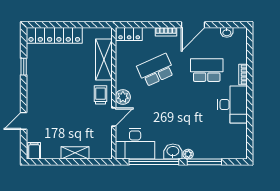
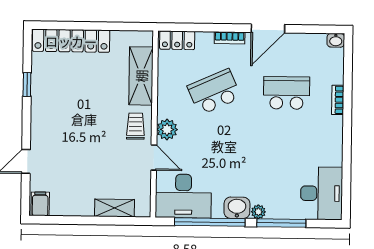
washbasin: (227, 32) -> (336, 40), moved
desk: (232, 105) -> (322, 193), moved
door: (114, 117) -> (154, 158), hinge flipped
shelving: (75, 153) -> (114, 208), moved

